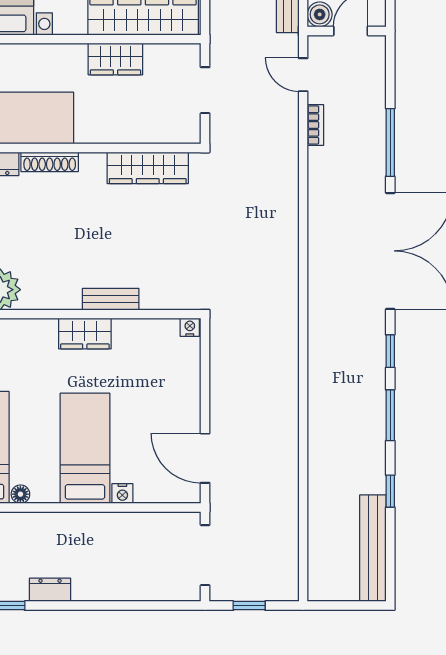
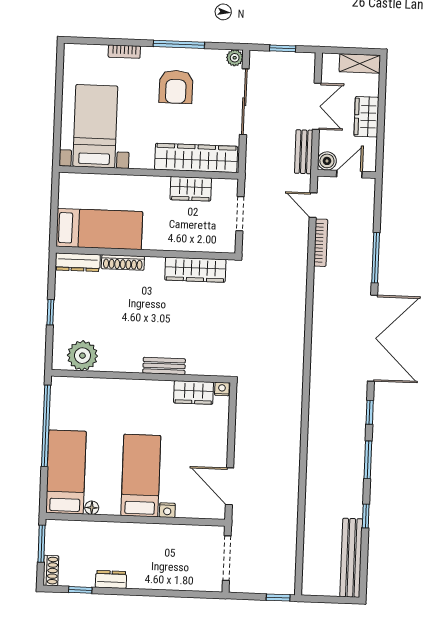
wardrobe: (115, 59) -> (191, 189), moved
bookcase: (315, 125) -> (321, 243), width x1.56
wardrobe: (85, 334) -> (194, 392), moved
window: (249, 606) -> (278, 598), moved

